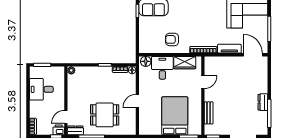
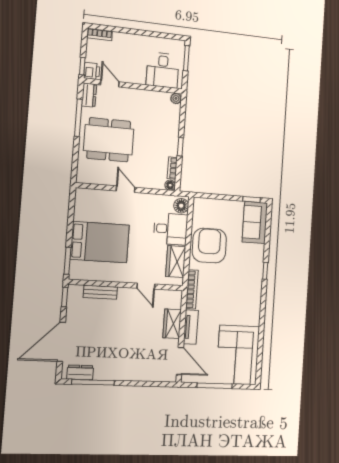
armchair: (172, 39) -> (209, 245), width x1.88, depth x1.88
door: (253, 55) -> (180, 361), hinge flipped
wardrobe: (228, 62) -> (172, 324), added
desk: (41, 89) -> (163, 70), moved, turned 180
dresser: (263, 102) -> (80, 372), moved
dining table: (105, 115) -> (109, 140), width x1.38

